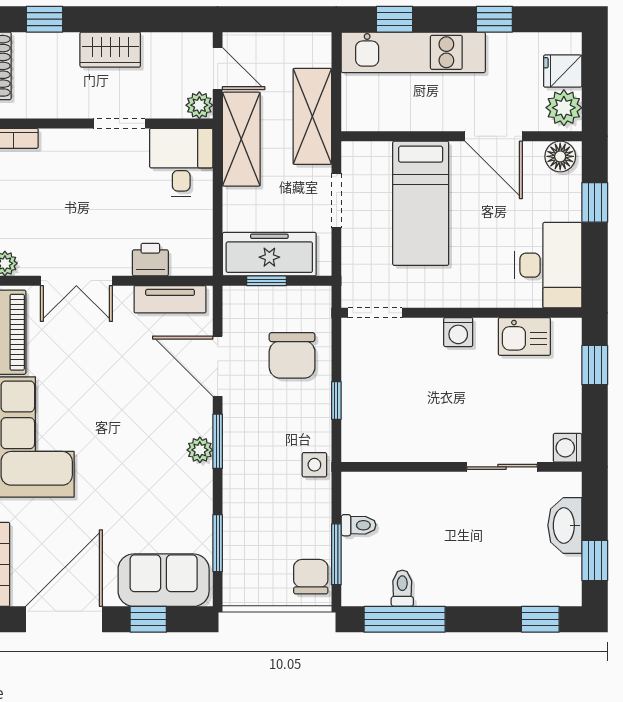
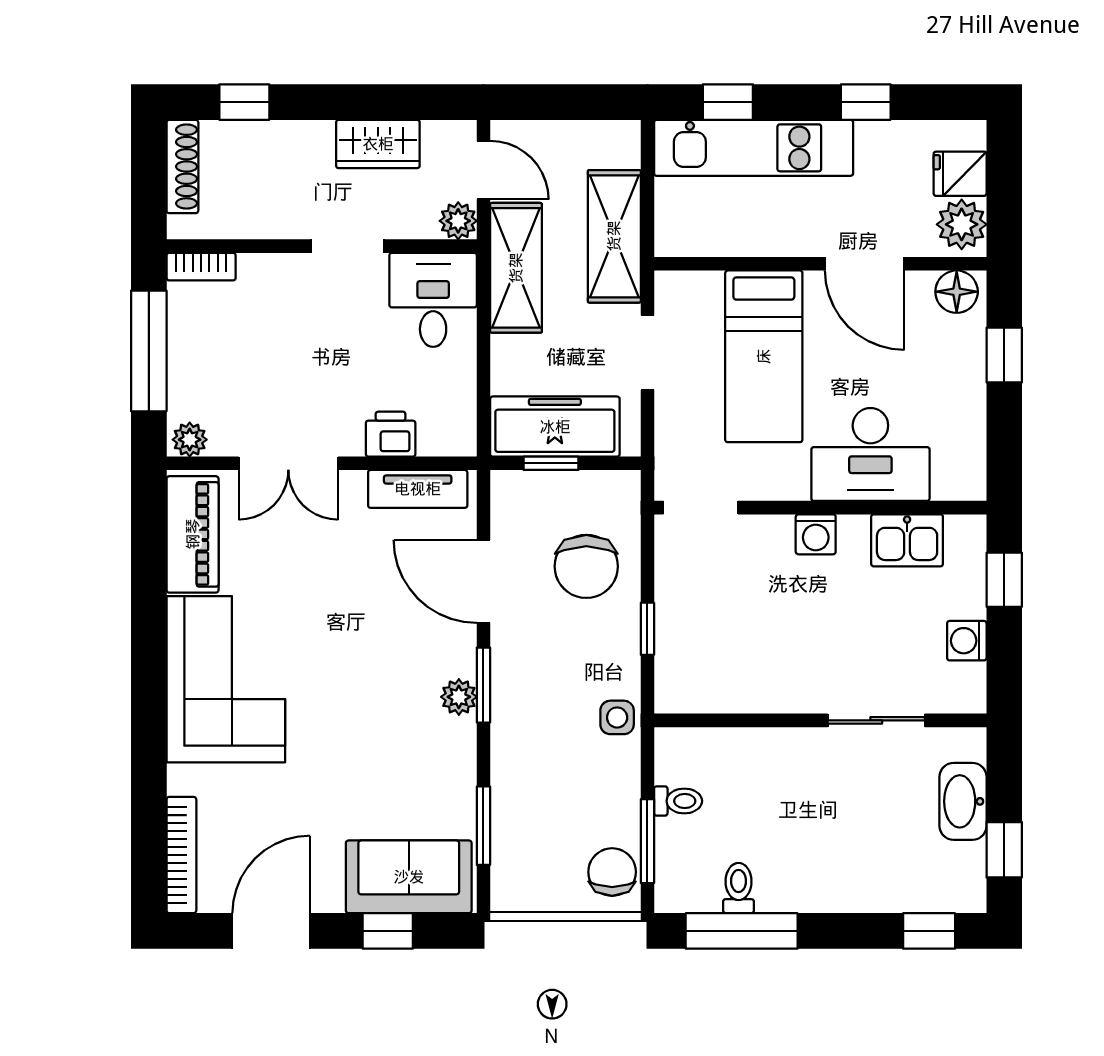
wardrobe: (110, 50) -> (378, 144), moved
desk: (548, 265) -> (870, 454), moved, turned 90
washing machine: (568, 448) -> (967, 641), moved
door: (64, 619) -> (271, 931), width x0.73

